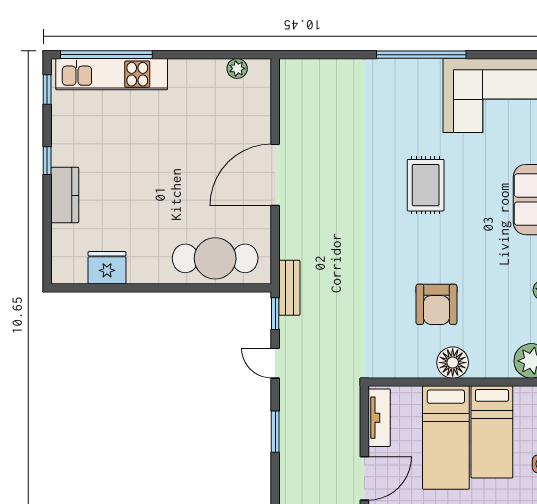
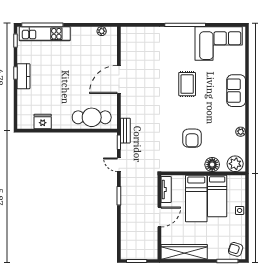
kitchen counter: (65, 195) -> (23, 76), moved
floor lamp: (453, 363) -> (212, 165), moved

